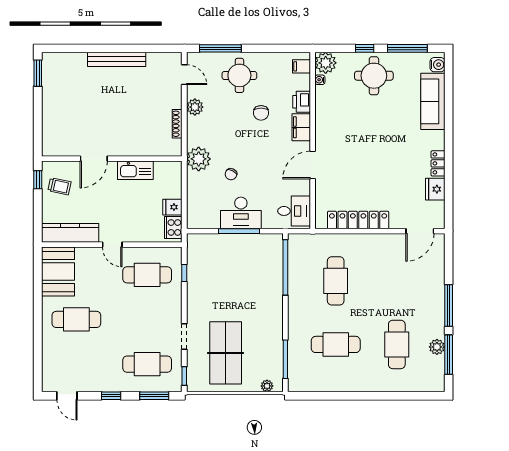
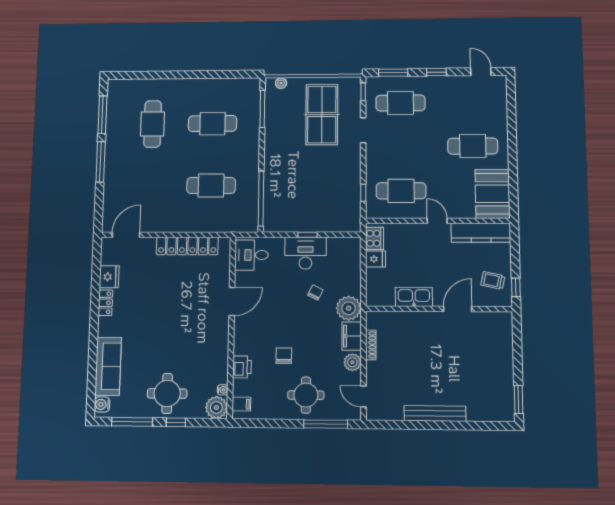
filing cabinet: (301, 127) -> (352, 336), moved, turned 180
window: (239, 231) -> (307, 235), width x0.46
cafe table: (336, 281) -> (211, 185), turned 90
plant: (437, 347) -> (113, 122), removed

